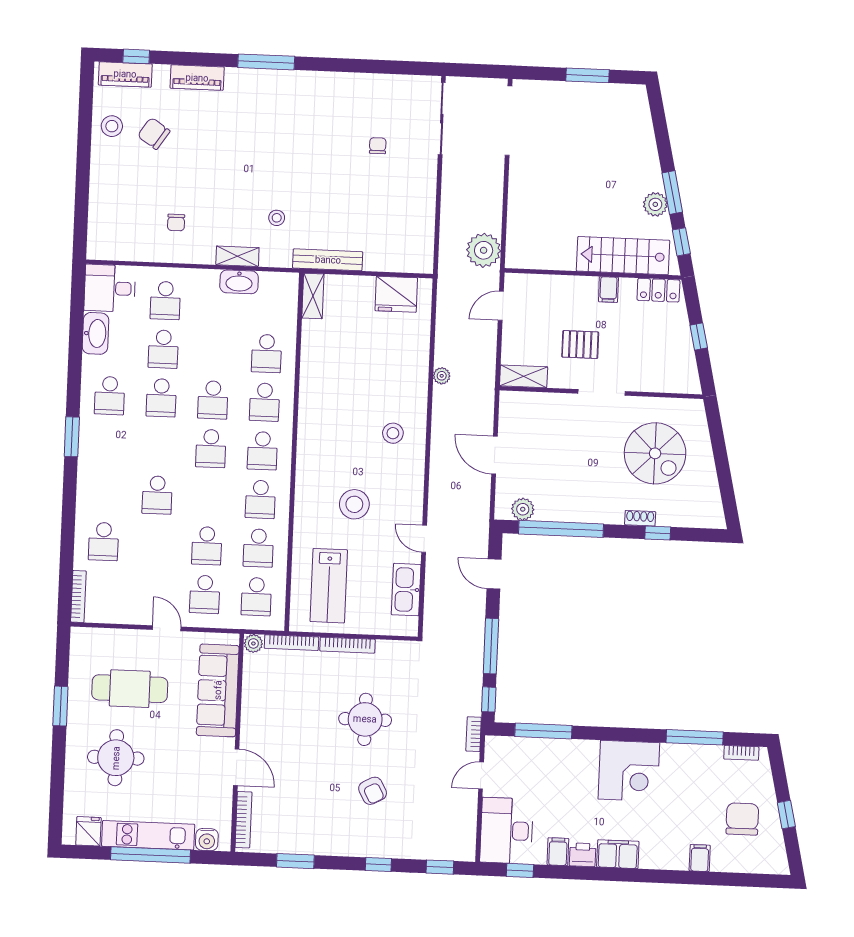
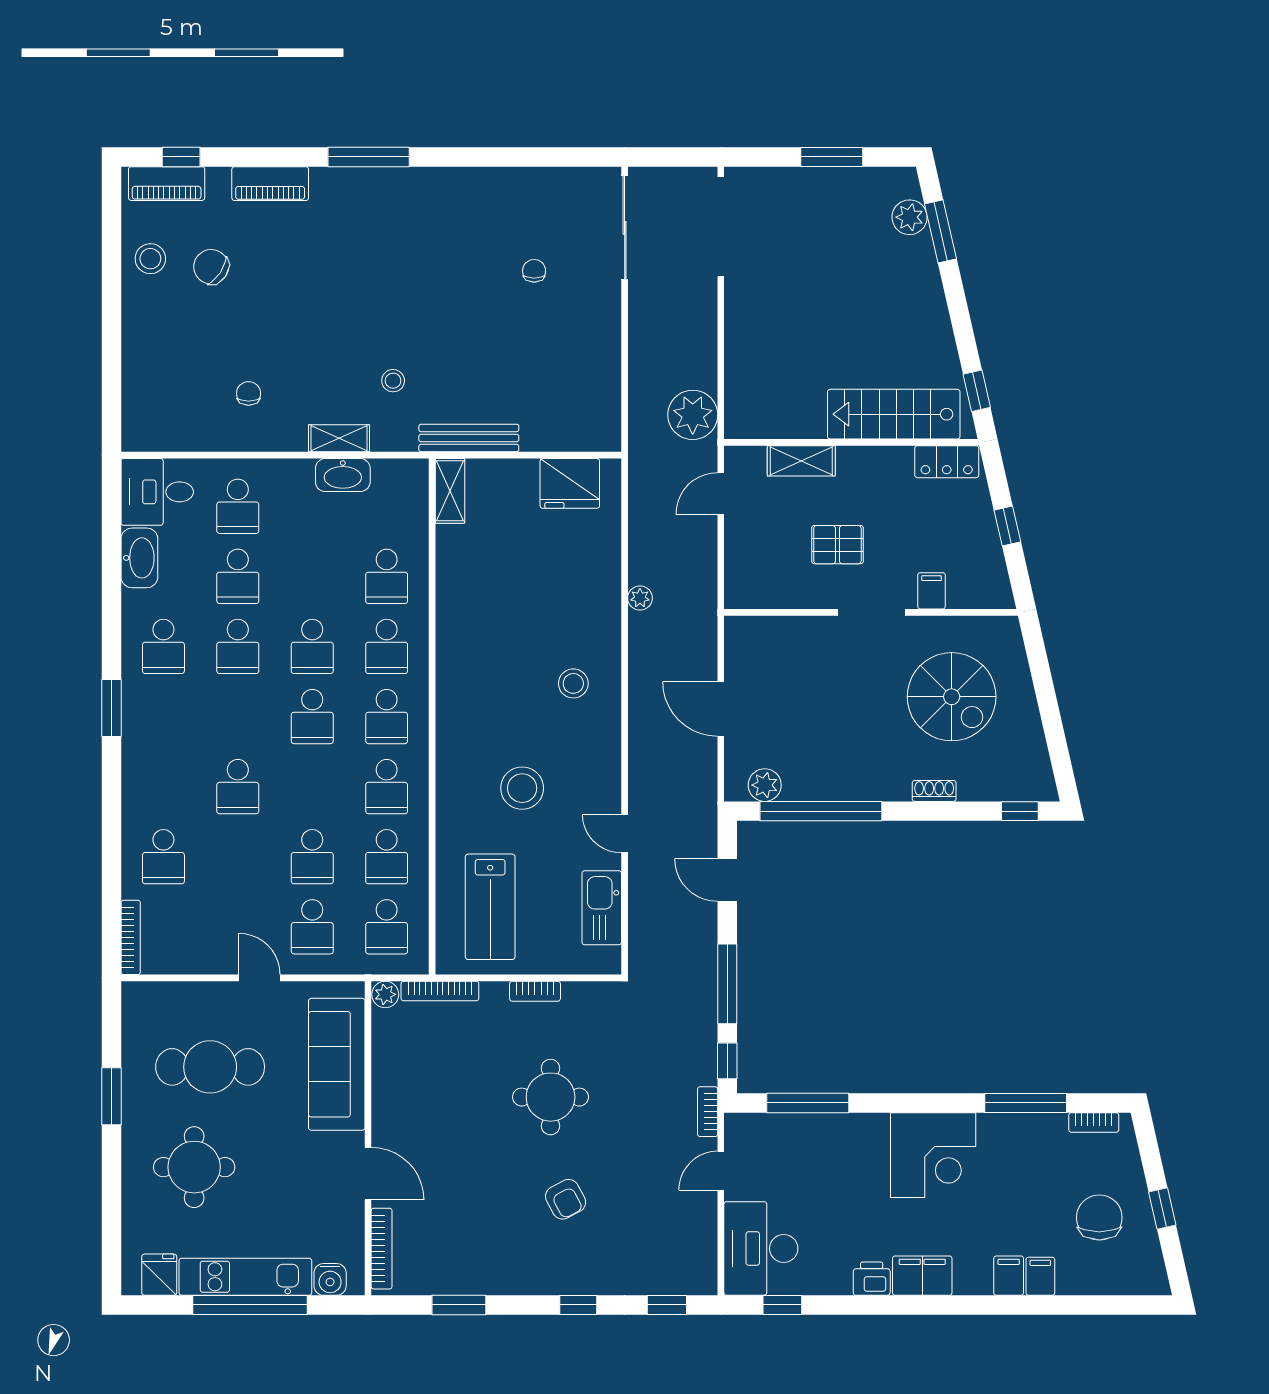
window: (672, 192) -> (941, 231), moved
plant: (655, 204) -> (910, 217), moved
chair: (176, 222) -> (249, 393), turned 180
filing cabinet: (608, 290) -> (932, 591), moved, turned 180
shelving: (524, 376) -> (801, 461), moved
window: (658, 533) -> (1020, 811), moved
bookcase: (348, 645) -> (535, 991), width x0.64
filing cabinet: (558, 852) -> (1009, 1276), moved

